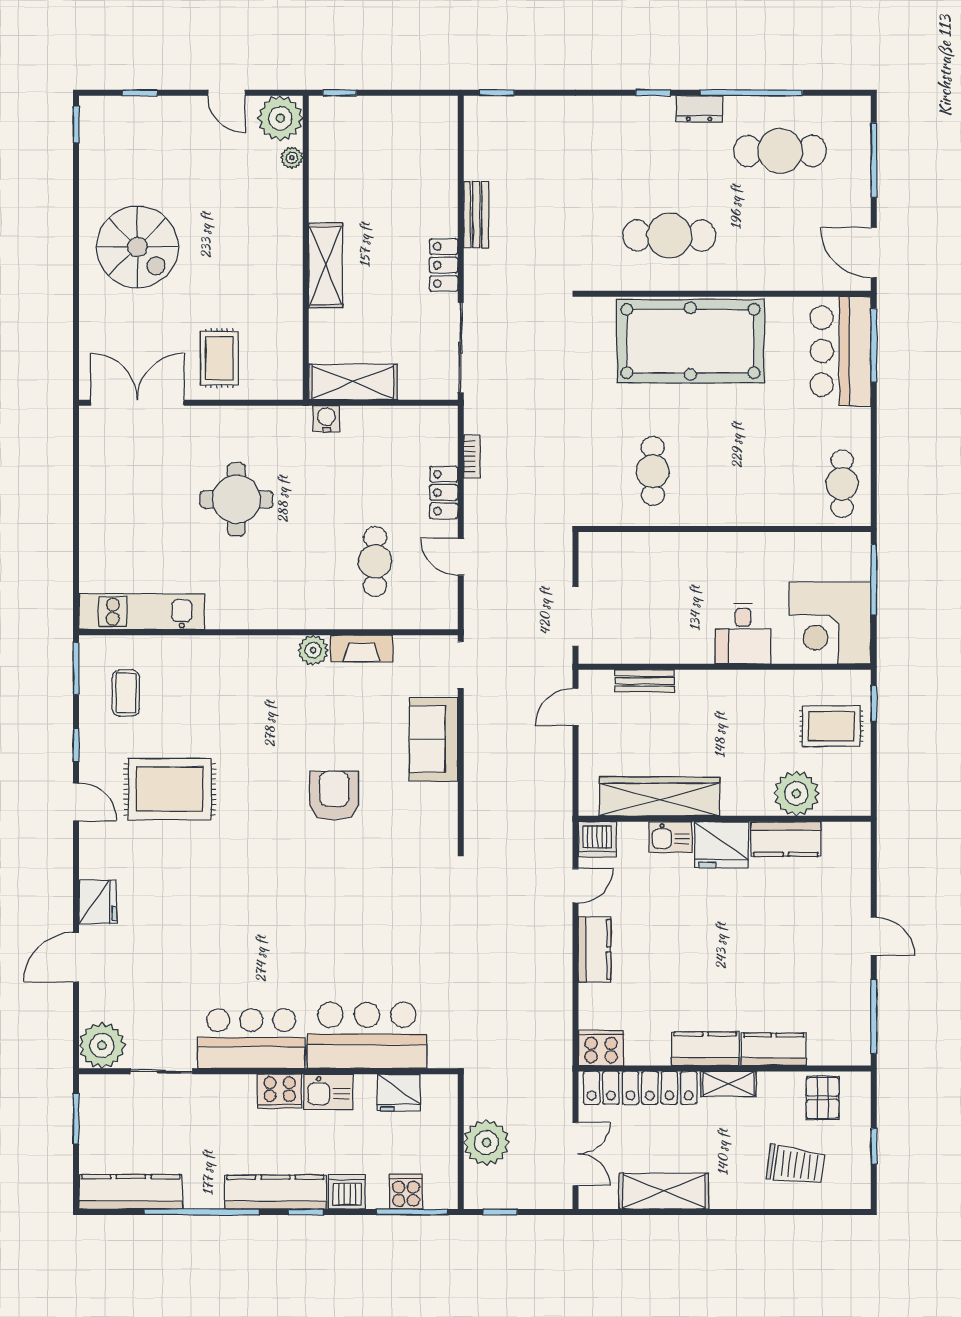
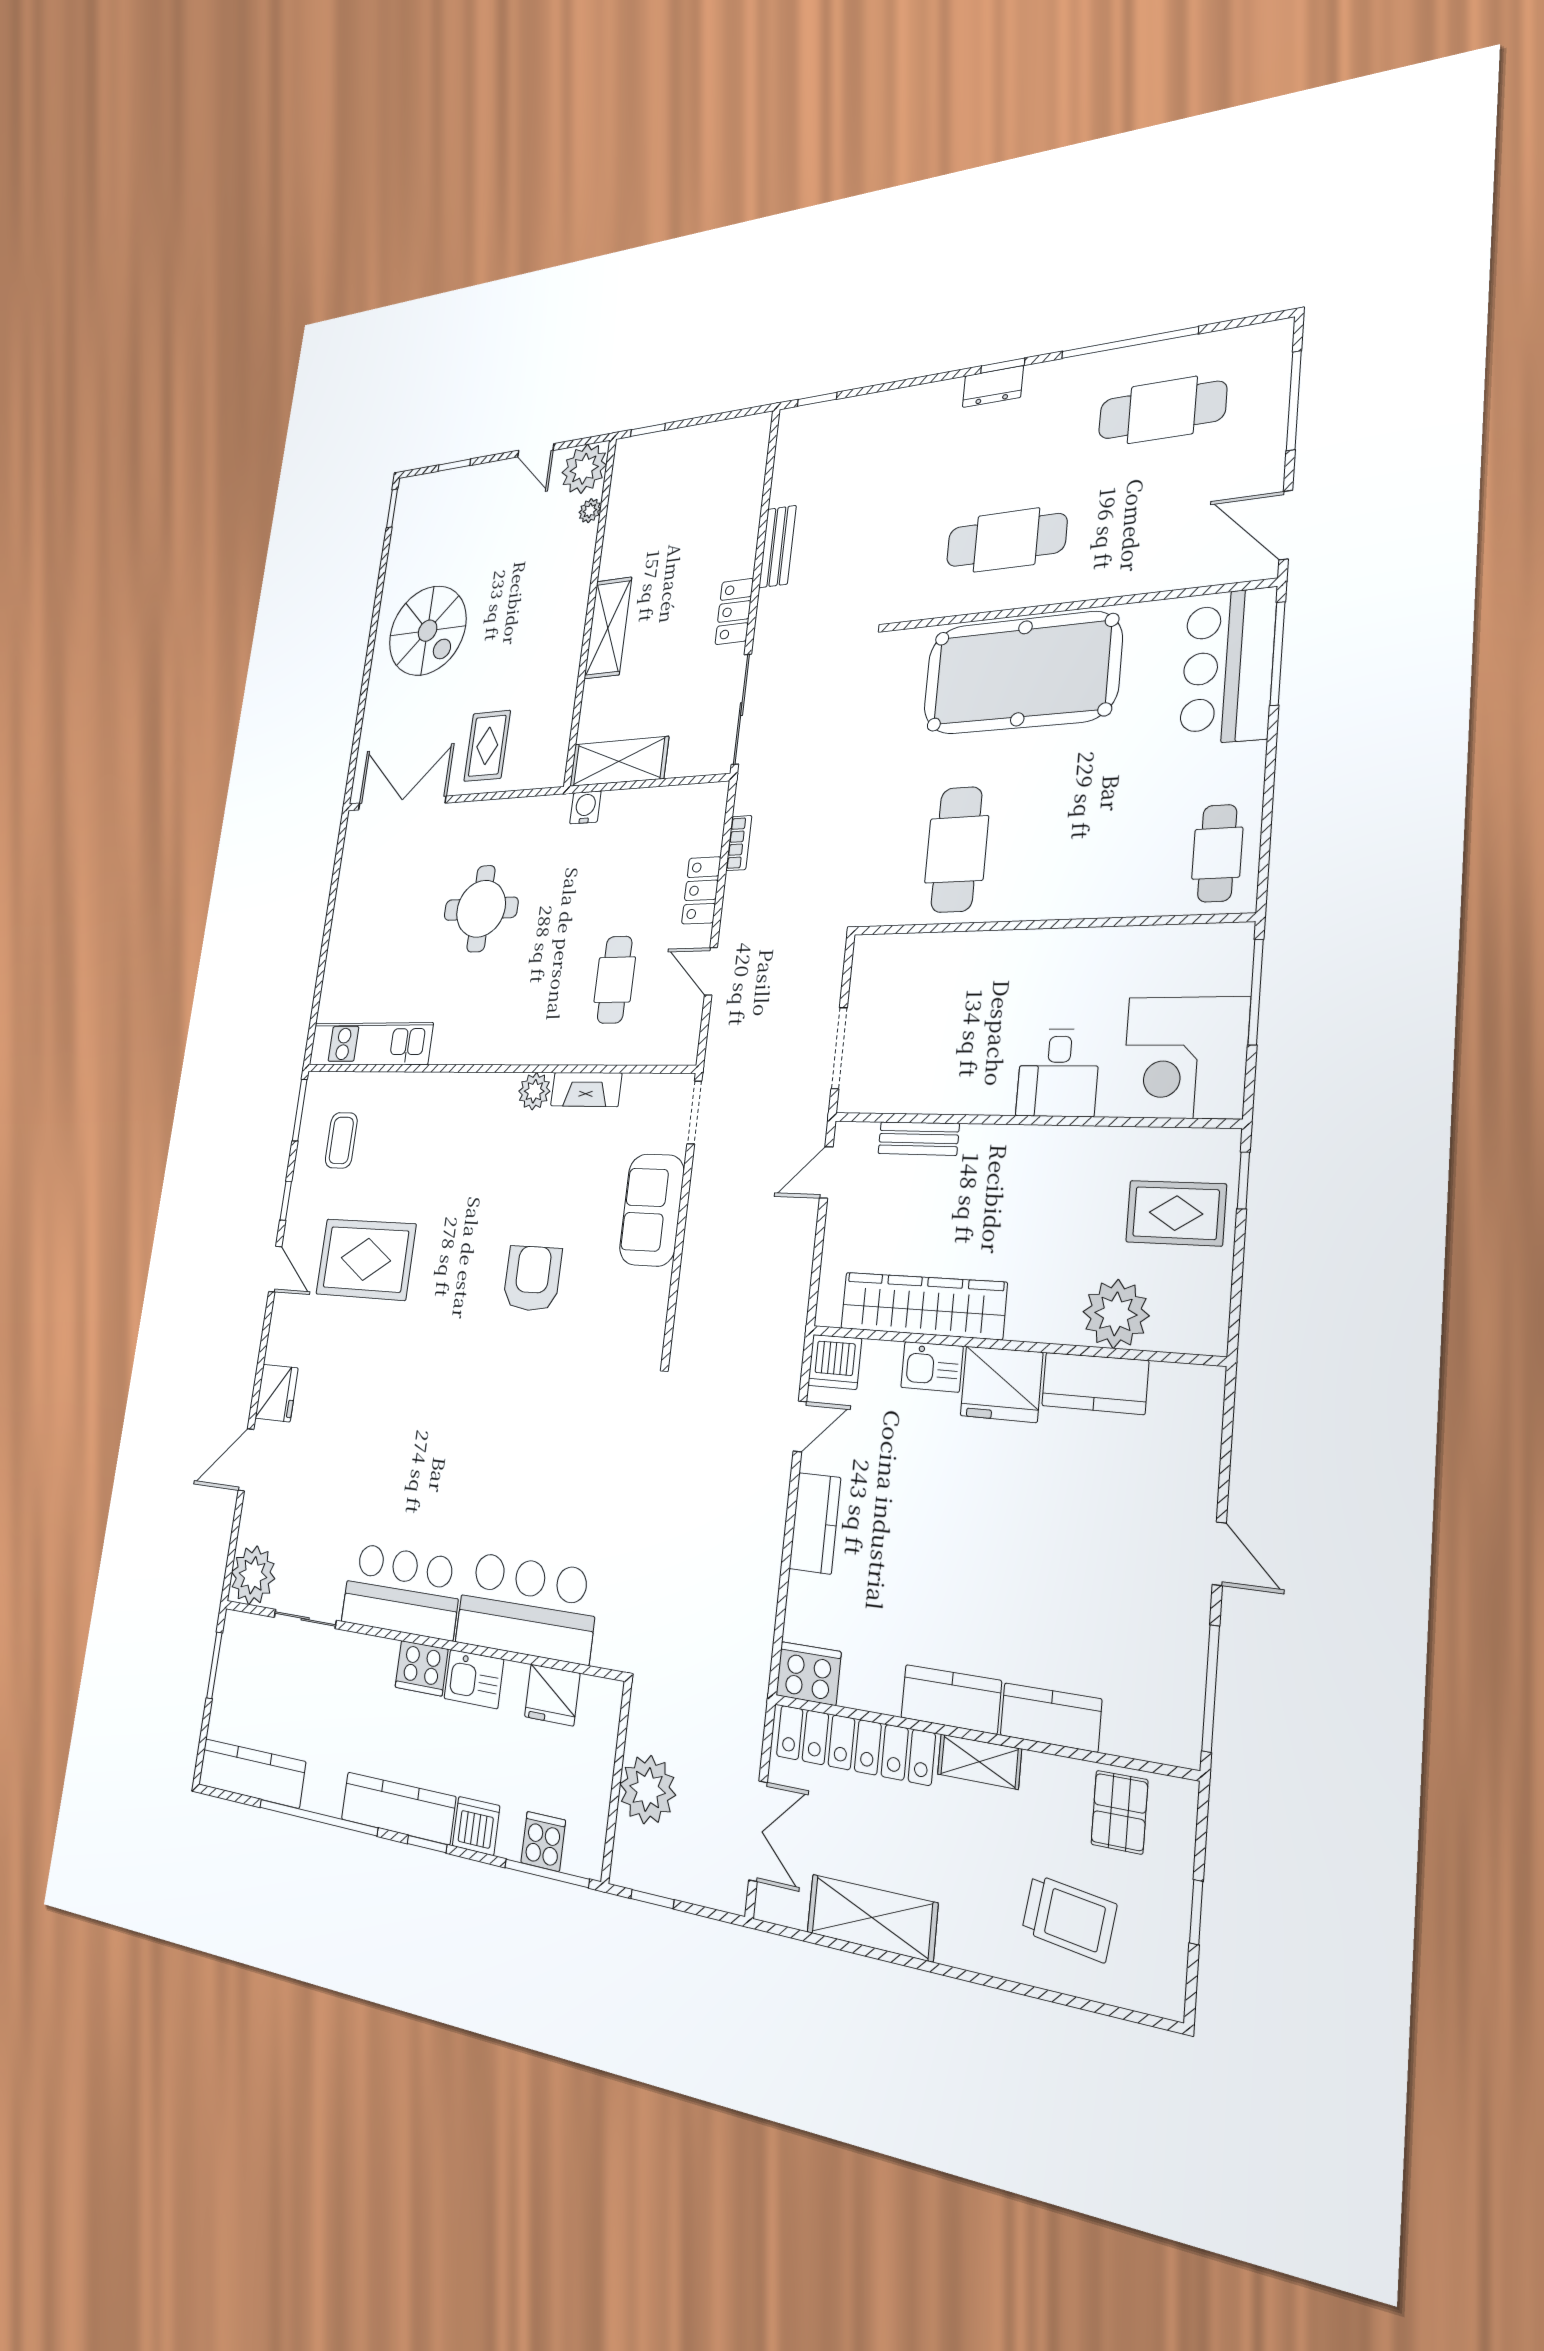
dresser: (699, 109) -> (993, 387), moved
cafe table: (653, 471) -> (957, 849), width x1.37, depth x1.35

